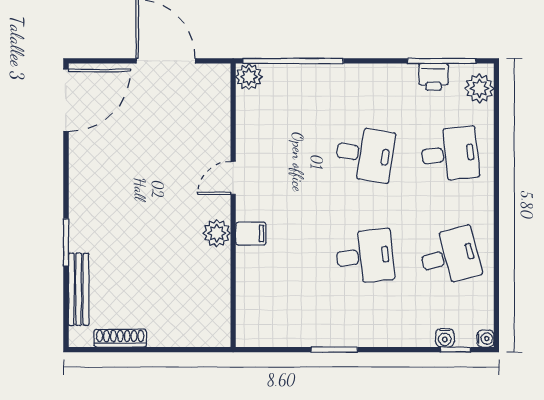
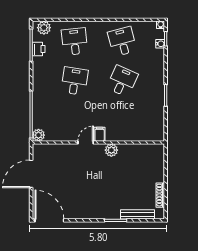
door: (233, 178) -> (86, 142), swing flipped
filing cabinet: (251, 234) -> (100, 134), moved
desk: (365, 256) -> (122, 81), turned 30

